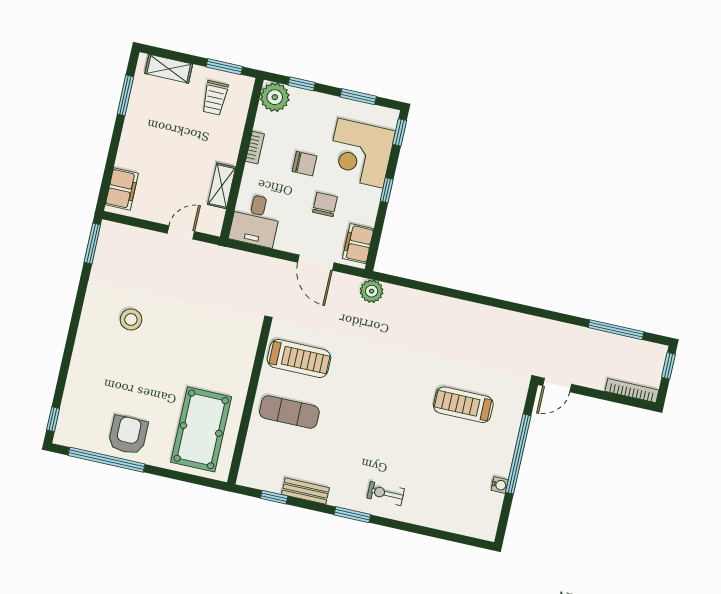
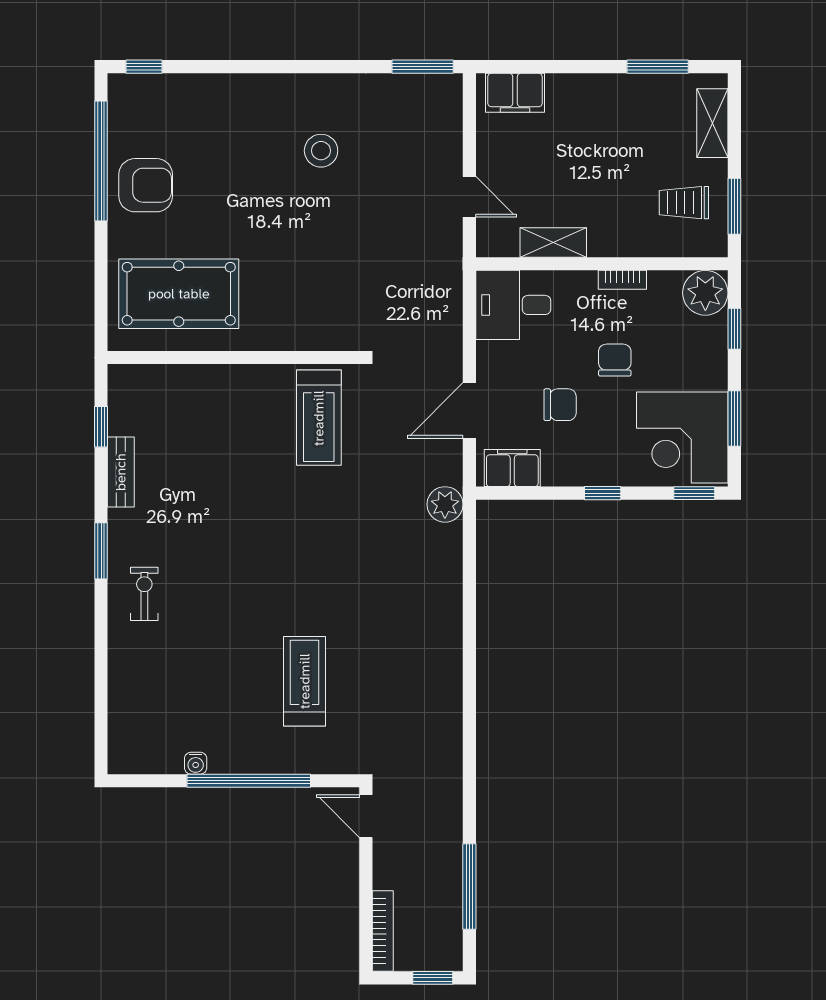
corner desk: (360, 153) -> (682, 437), moved, turned -90
chair: (304, 164) -> (615, 360), turned 180
exercise mat: (289, 412) -> (235, 421), removed

